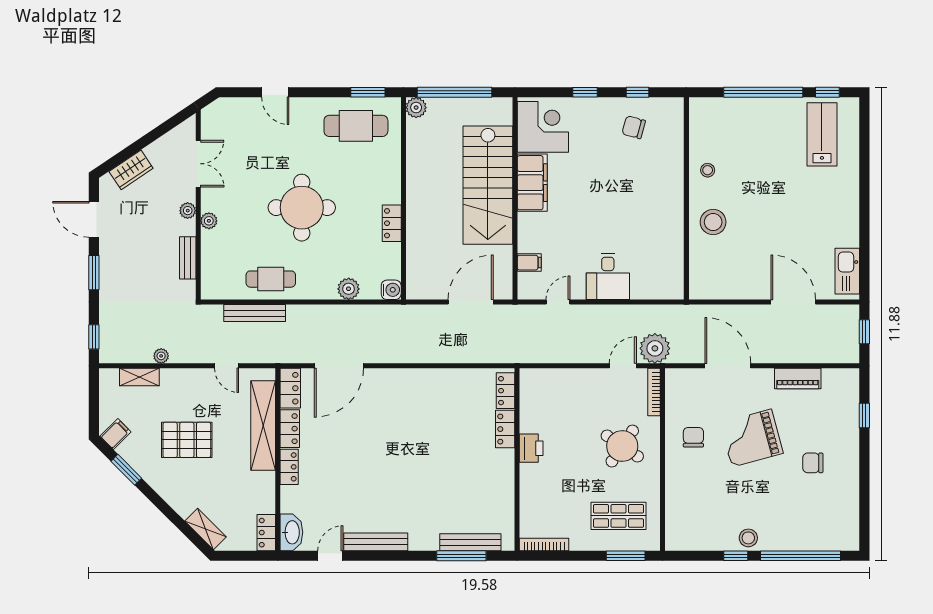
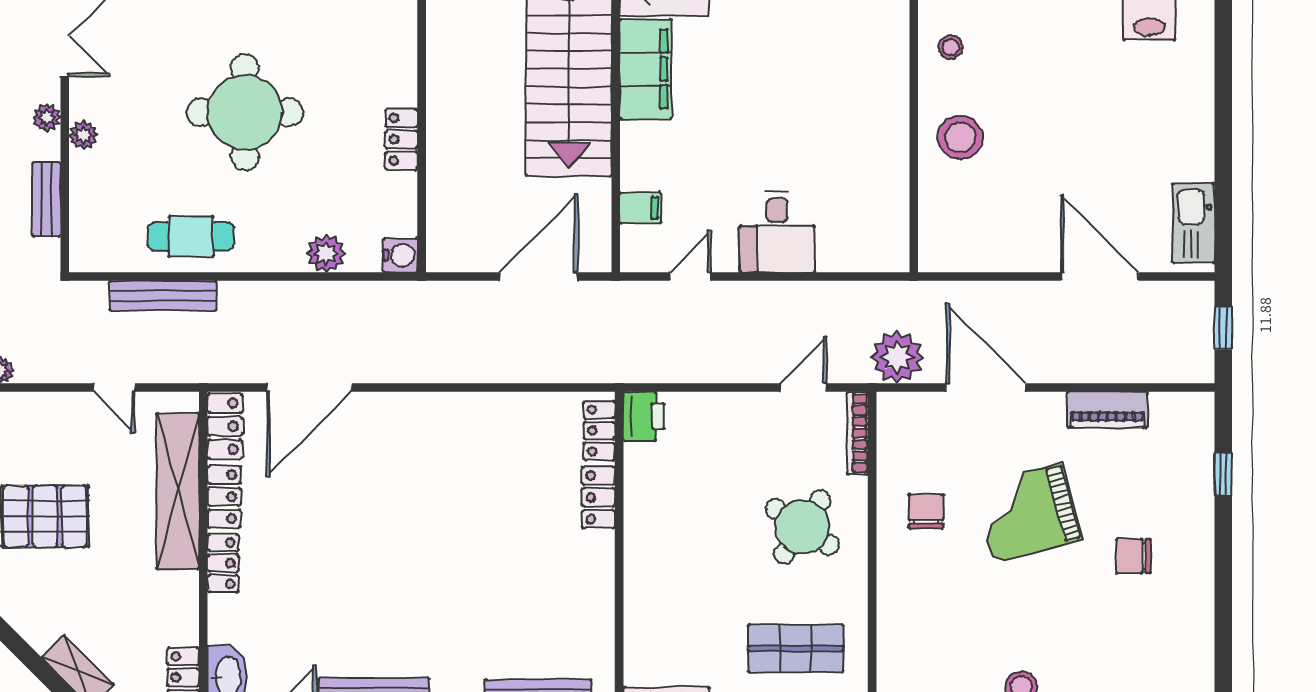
plant: (655, 348) -> (897, 357), moved
printer: (531, 448) -> (644, 416), moved

